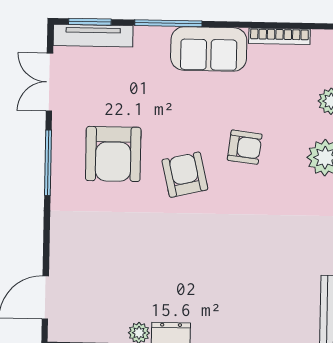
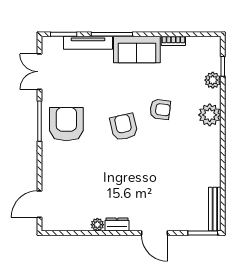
tv unit: (93, 36) -> (88, 43), moved
bookcase: (279, 36) -> (173, 41), width x0.64
armchair: (113, 154) -> (66, 124), moved, turned 180

